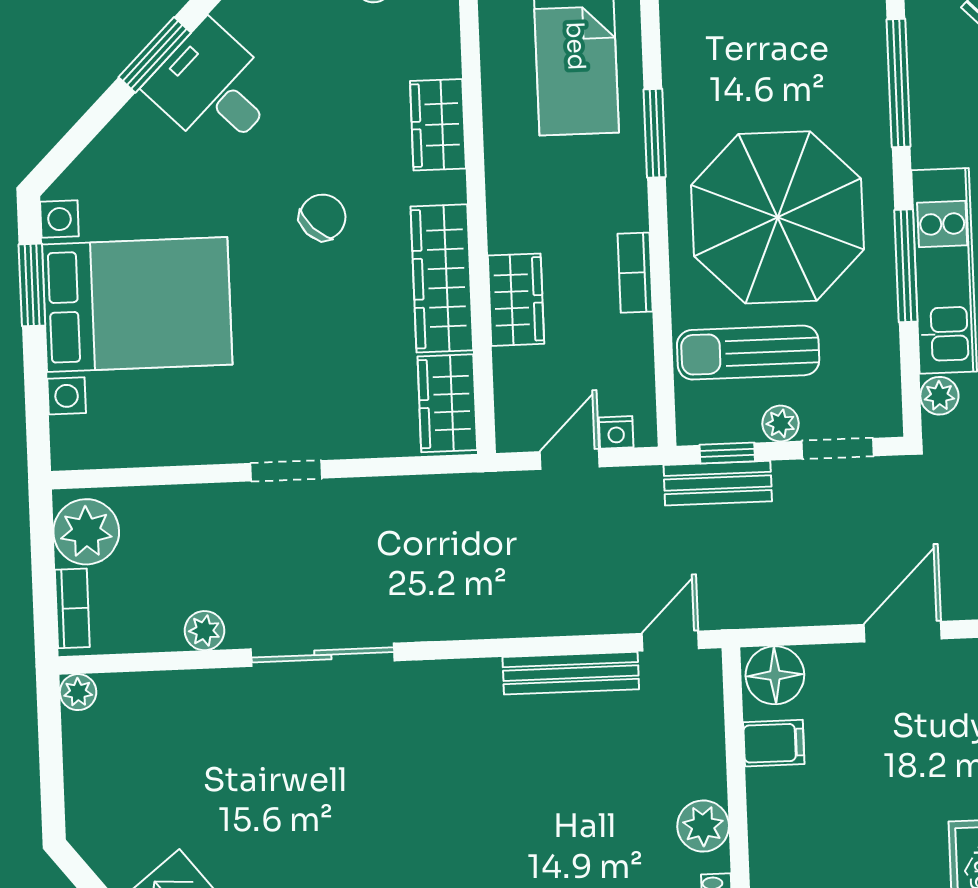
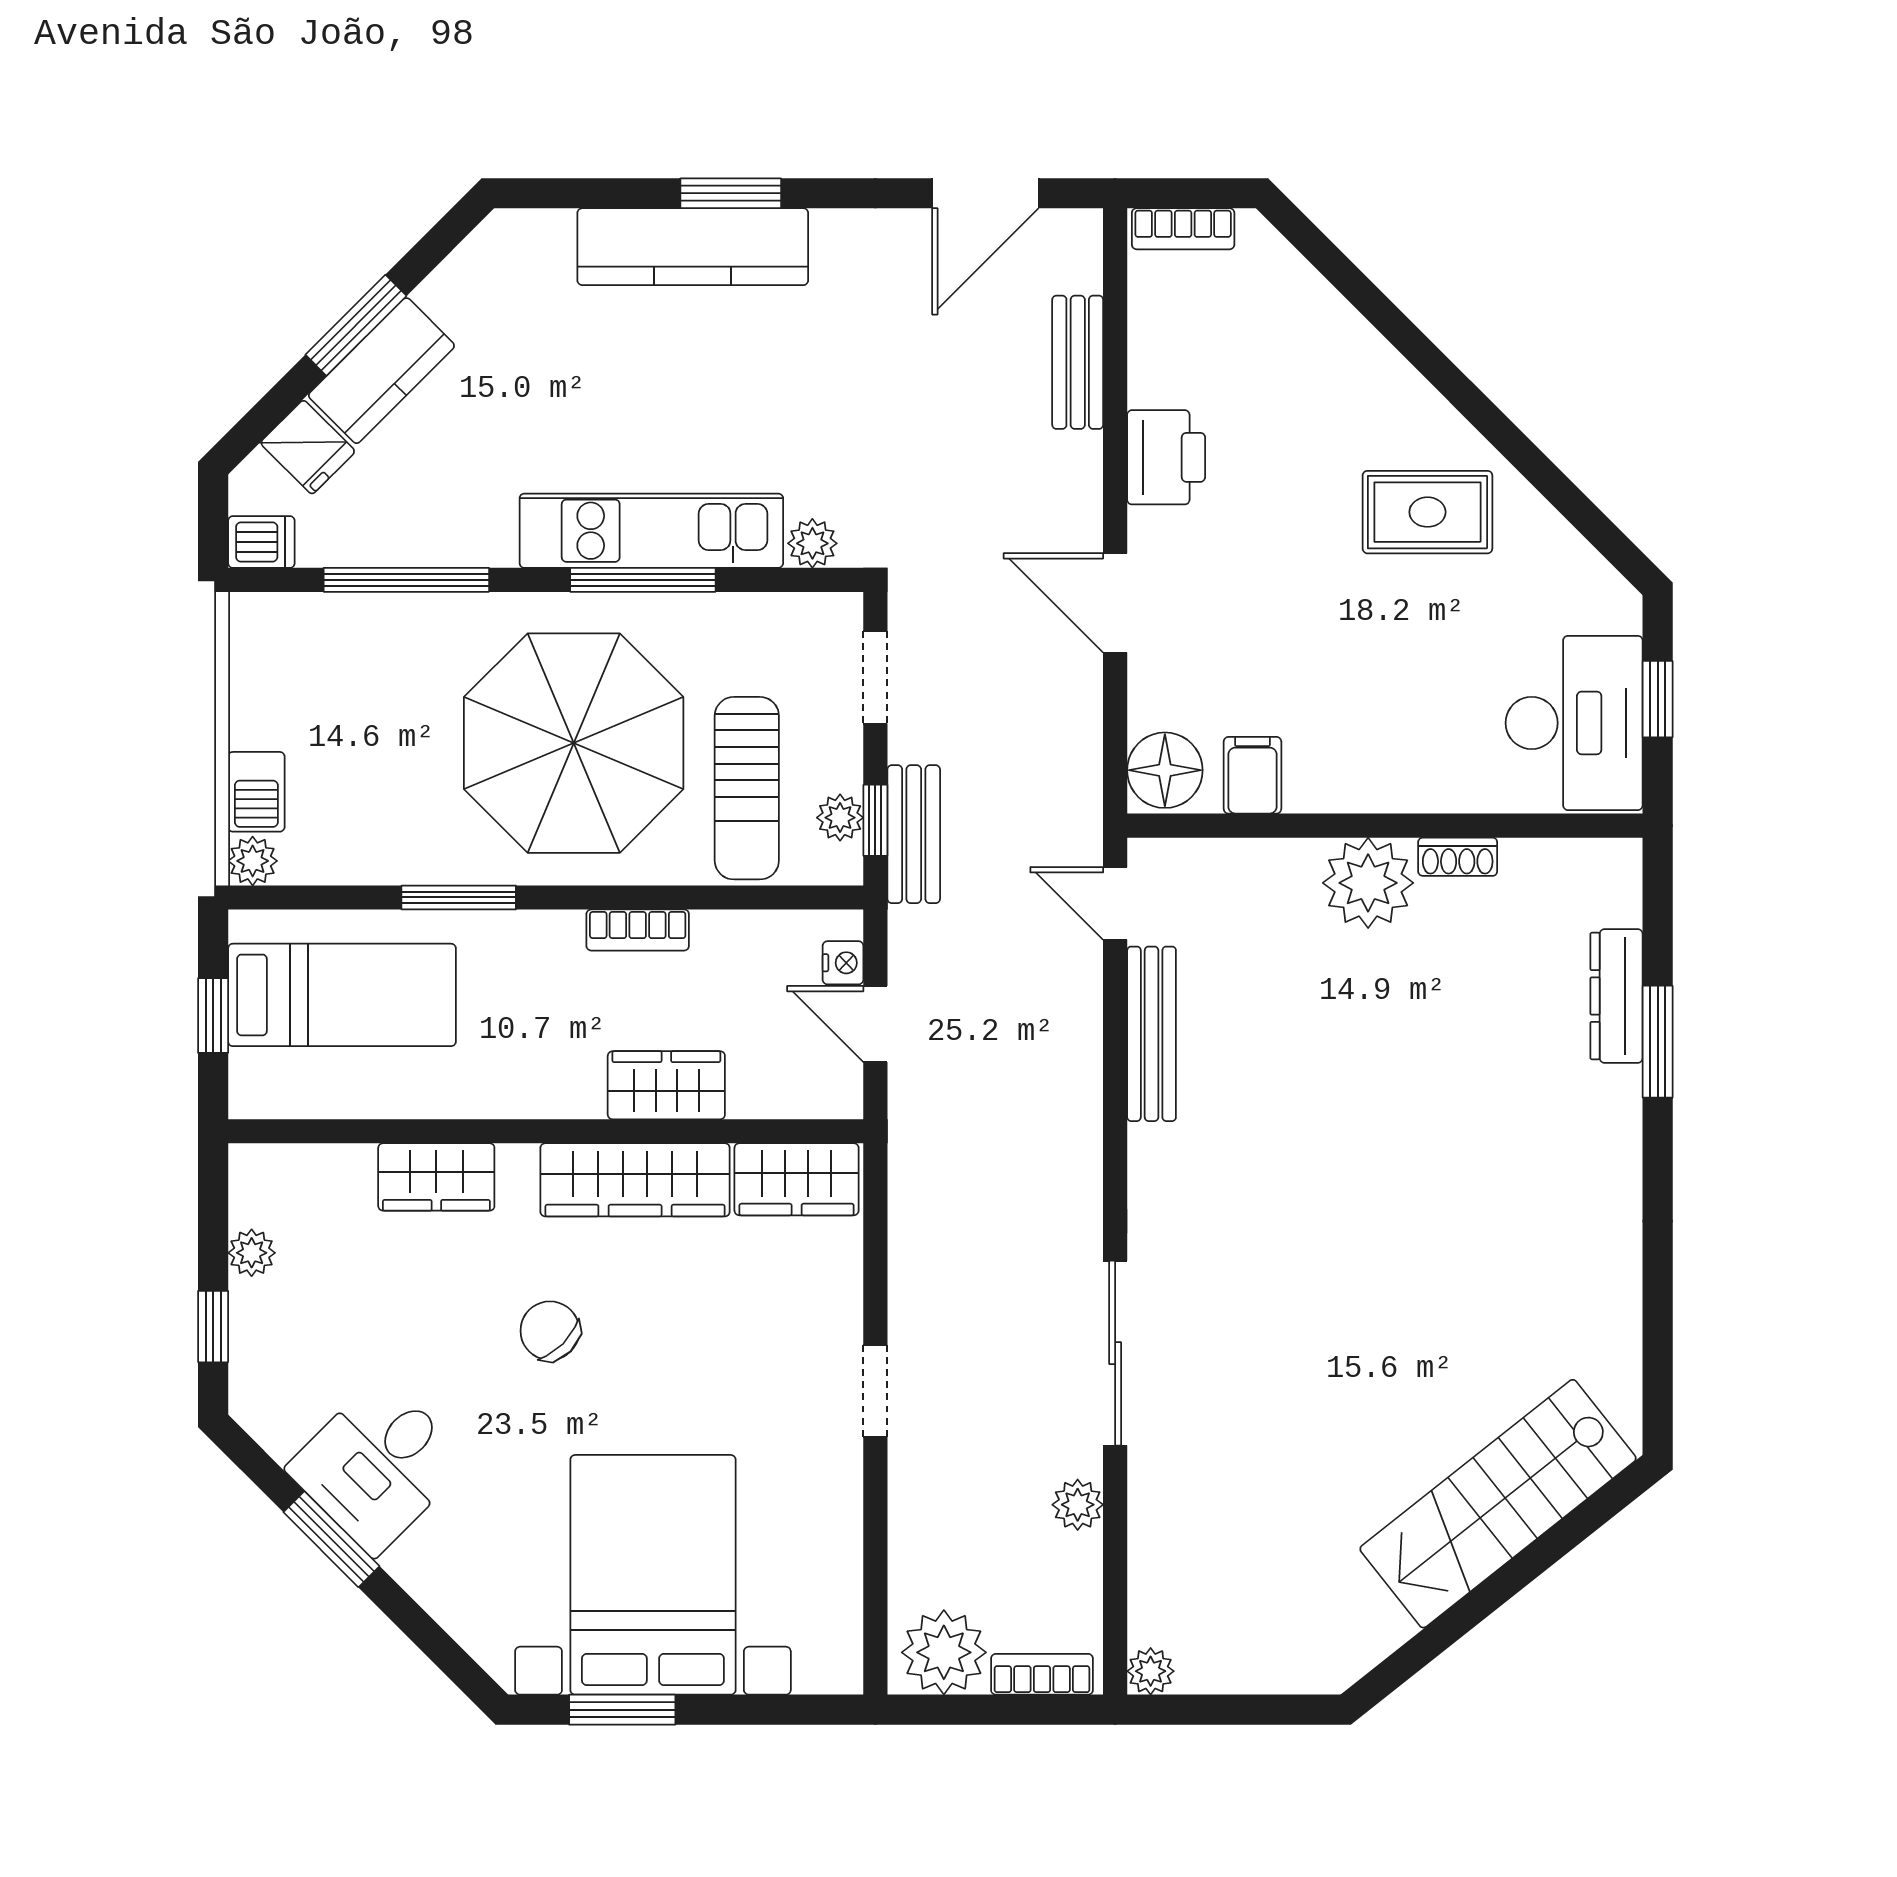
plant: (781, 423) -> (840, 818), moved
plant: (703, 826) -> (1368, 883), width x1.36, depth x1.36

